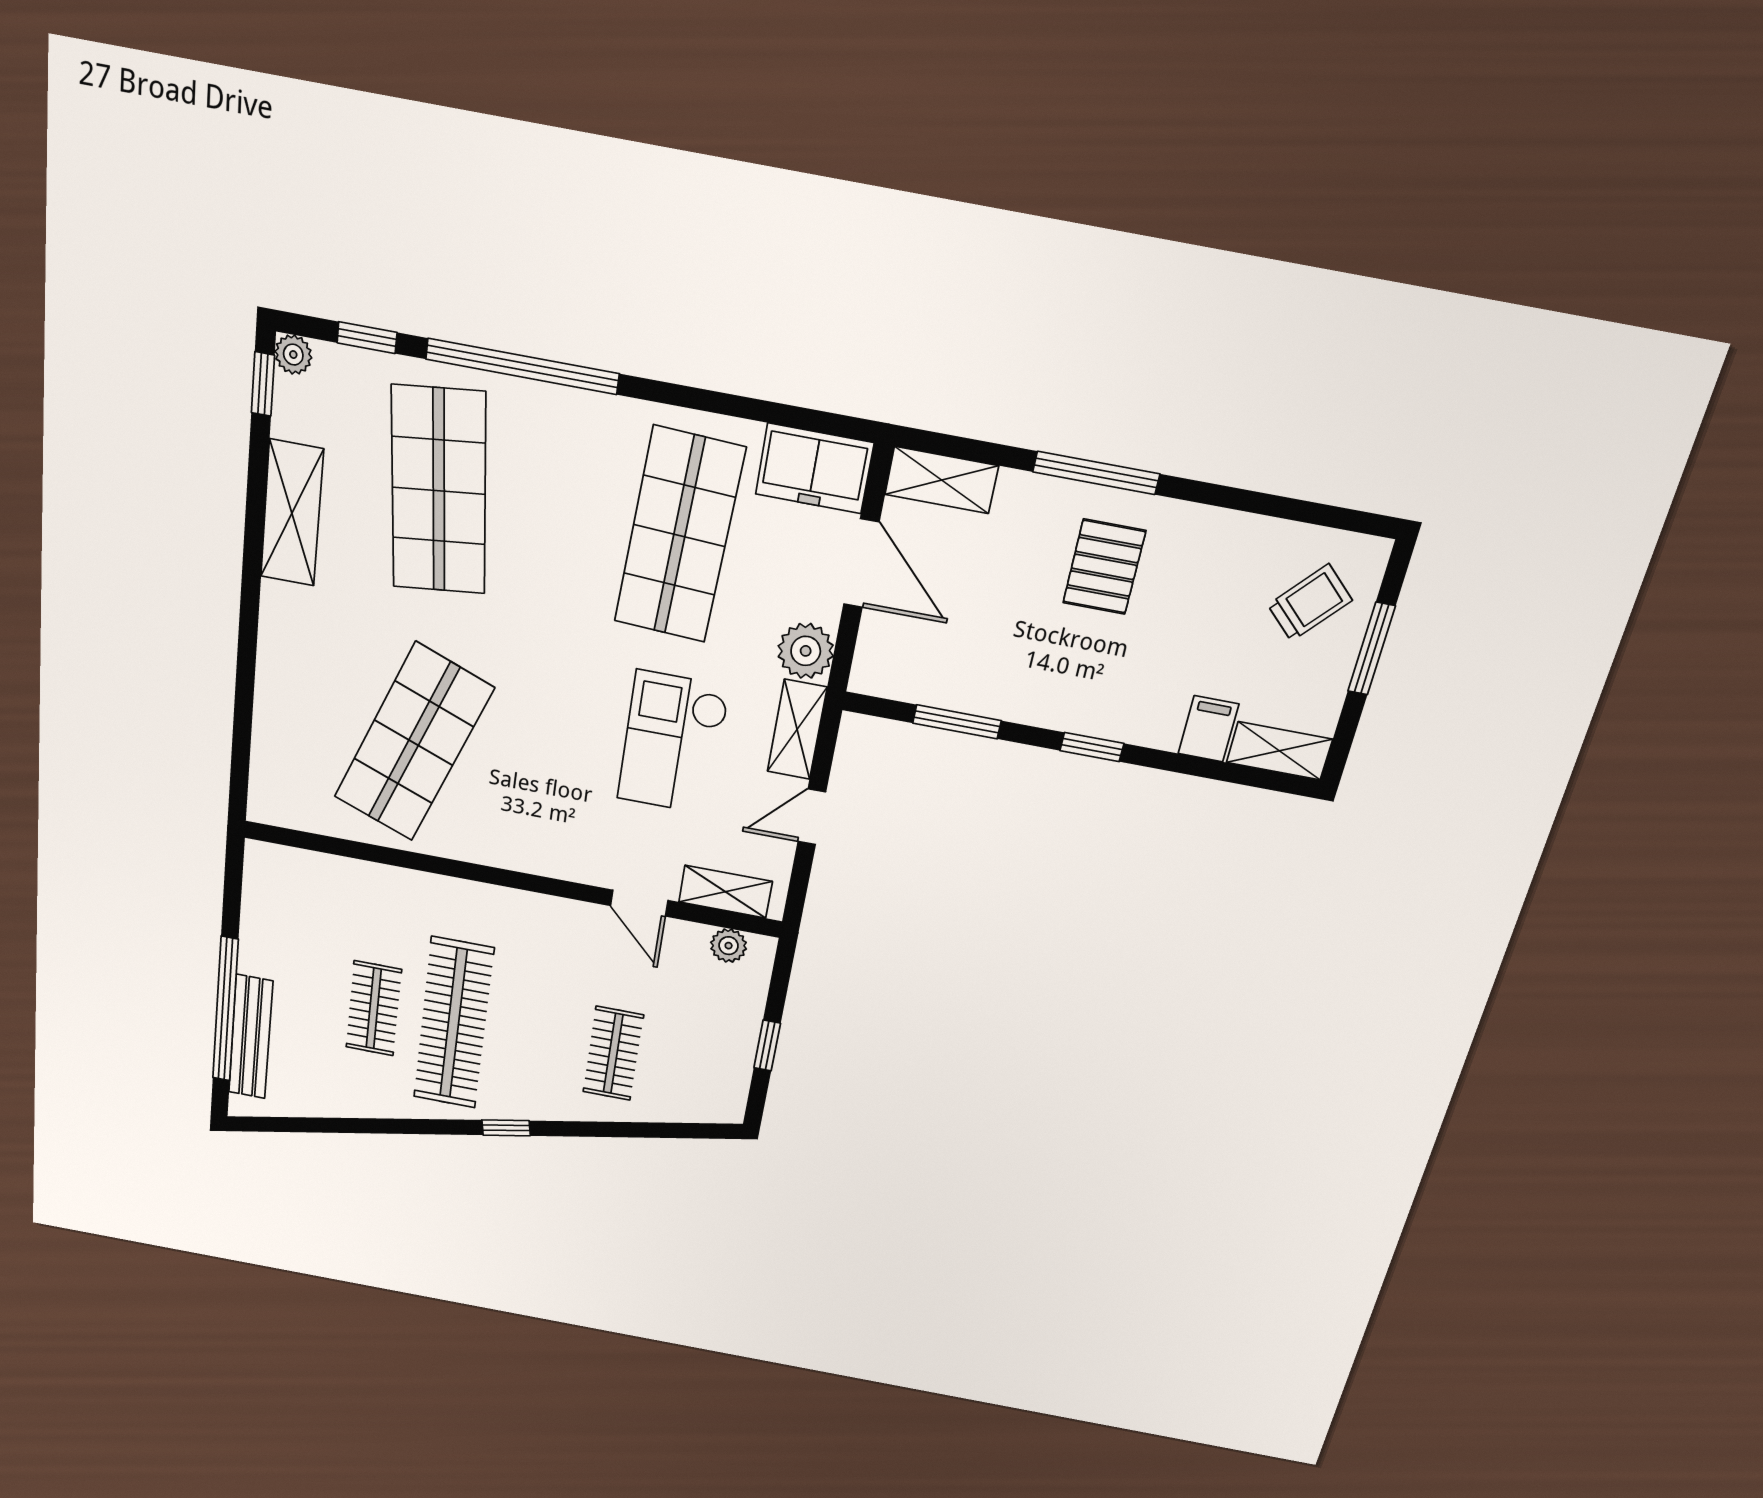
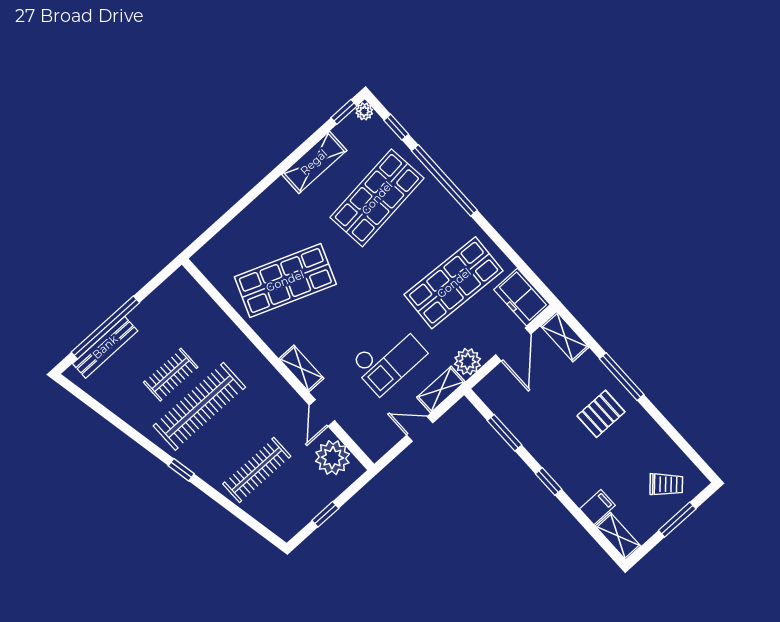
checkout: (673, 743) -> (388, 358), turned 180
shelving: (725, 892) -> (301, 368), moved
plant: (729, 946) -> (332, 458), width x1.88, depth x1.88
clothes rail: (613, 1054) -> (257, 470), width x1.36

